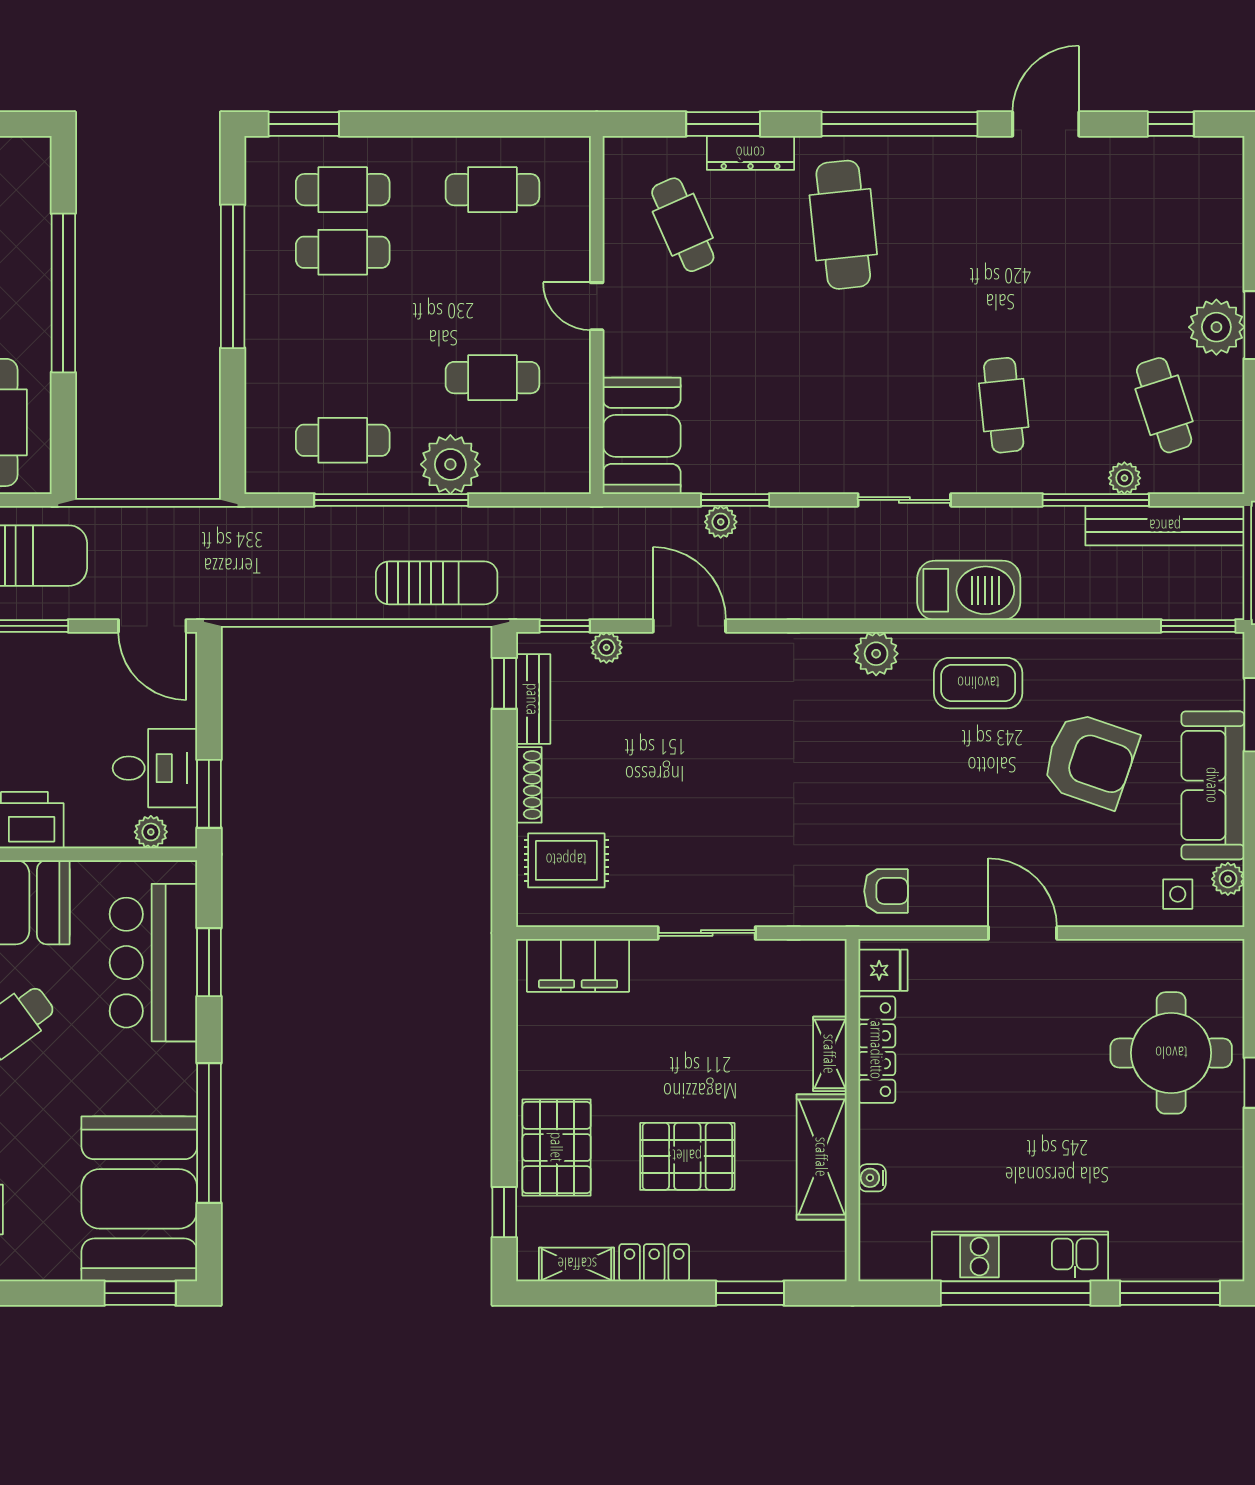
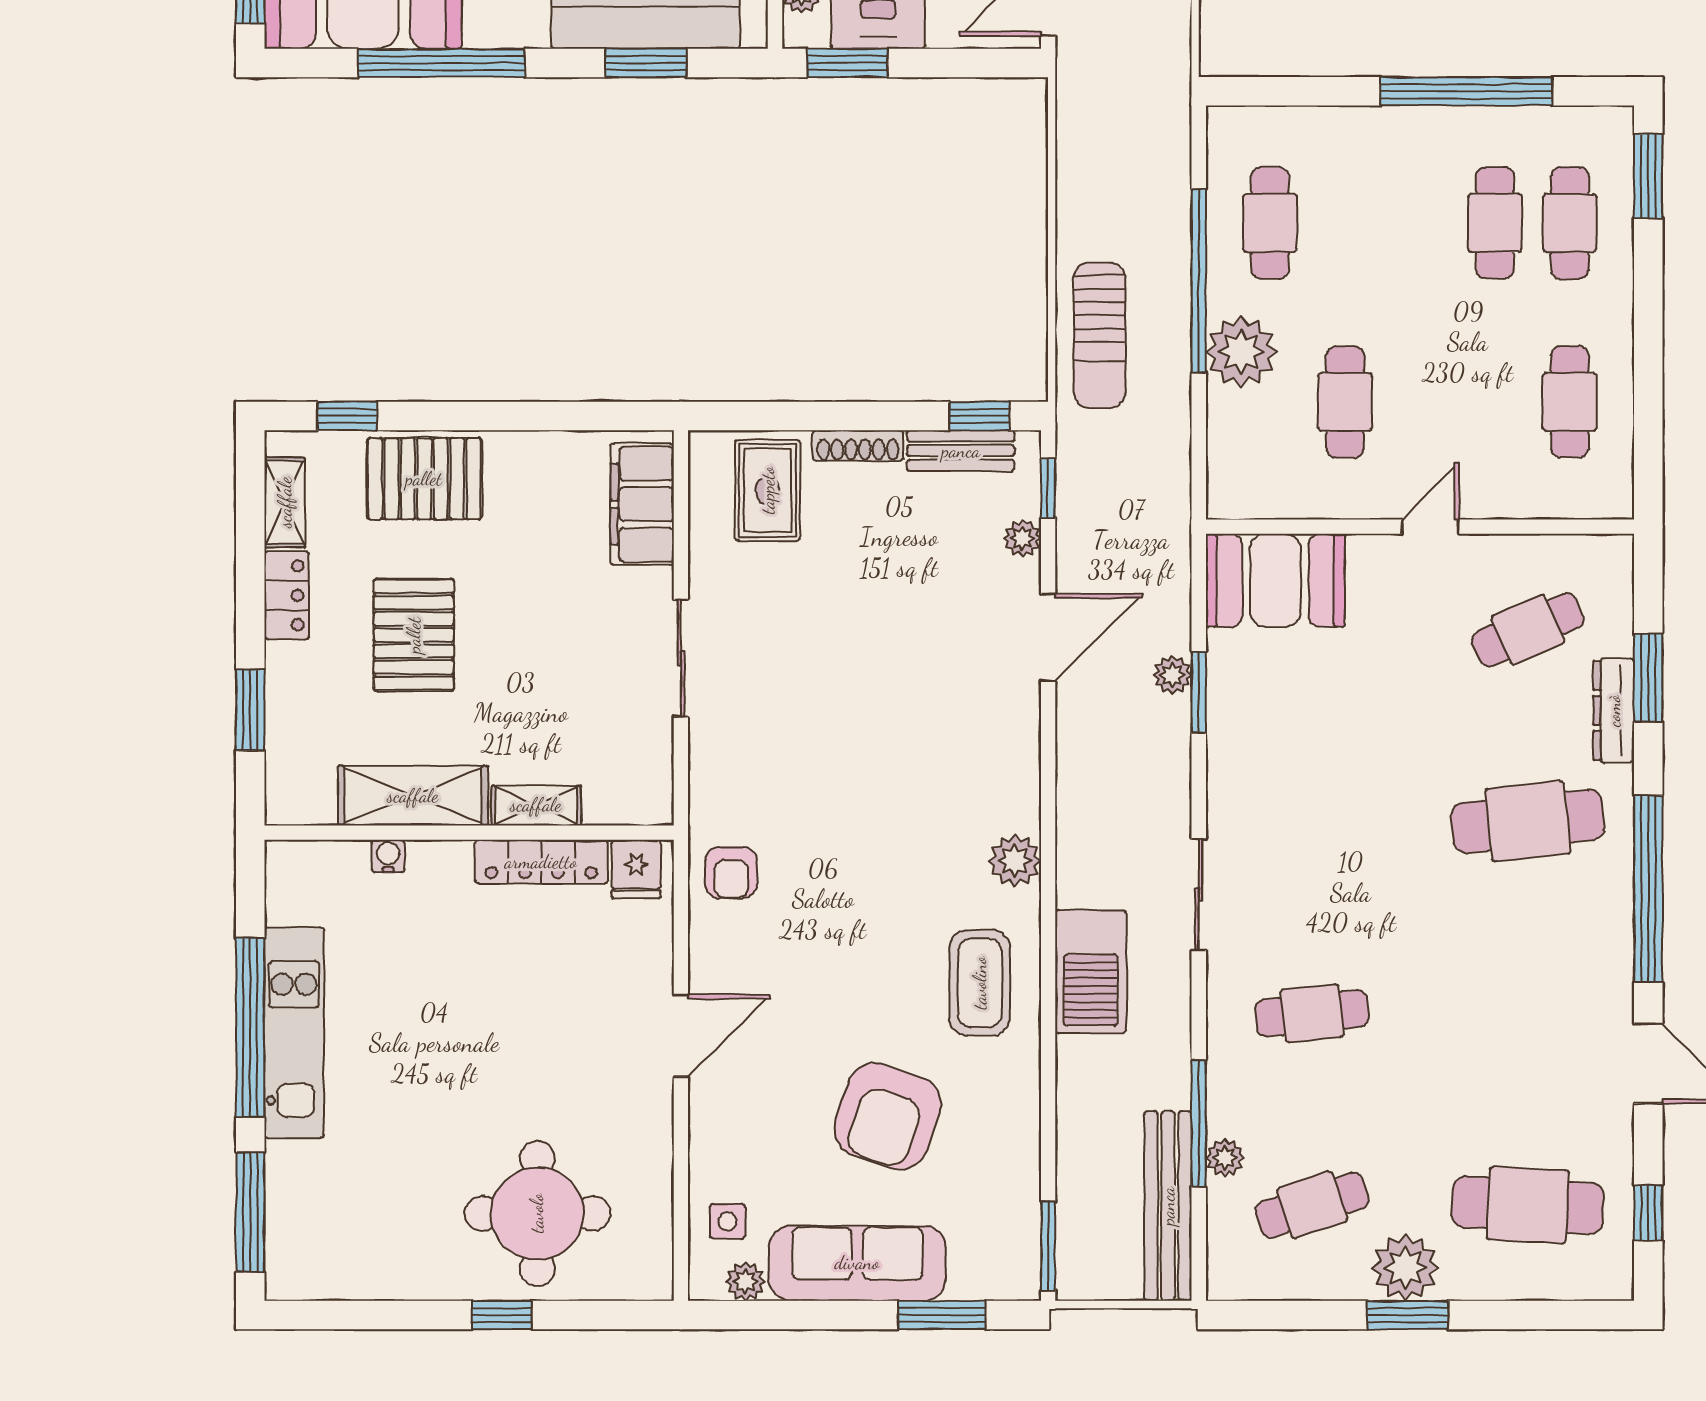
cafe table: (1164, 225) -> (1528, 1205), added

